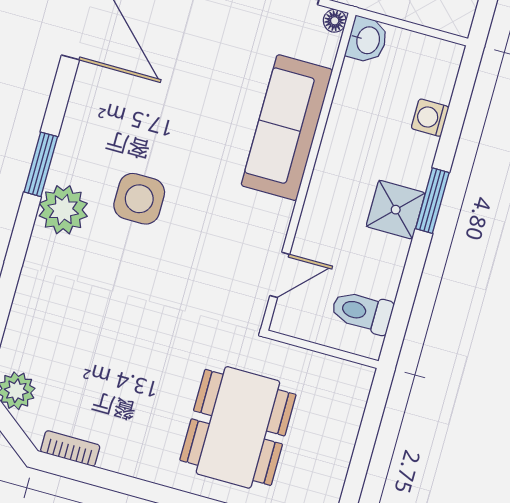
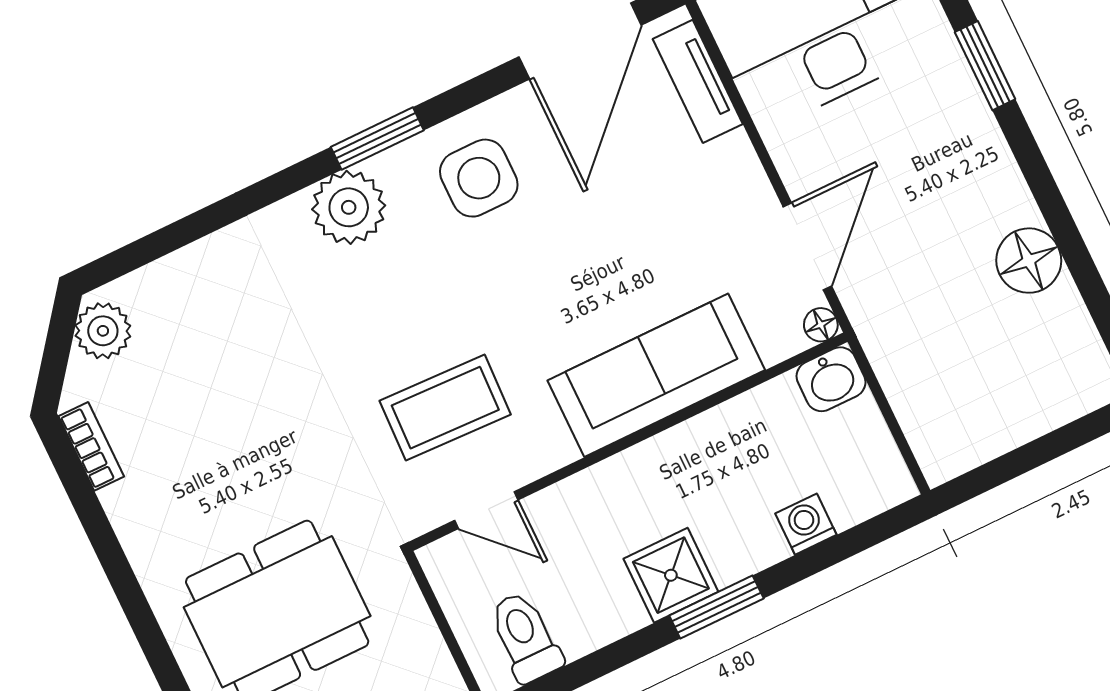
side table: (139, 199) -> (479, 178), moved
coffee table: (209, 250) -> (445, 408), added

